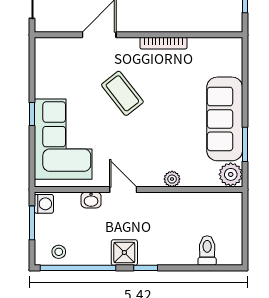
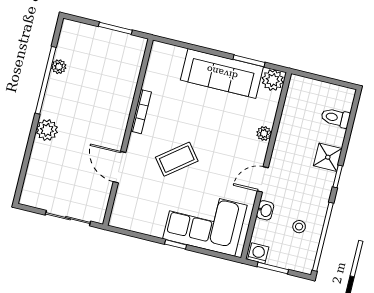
stool: (59, 252) -> (299, 227), moved
shower: (124, 253) -> (328, 157), moved

